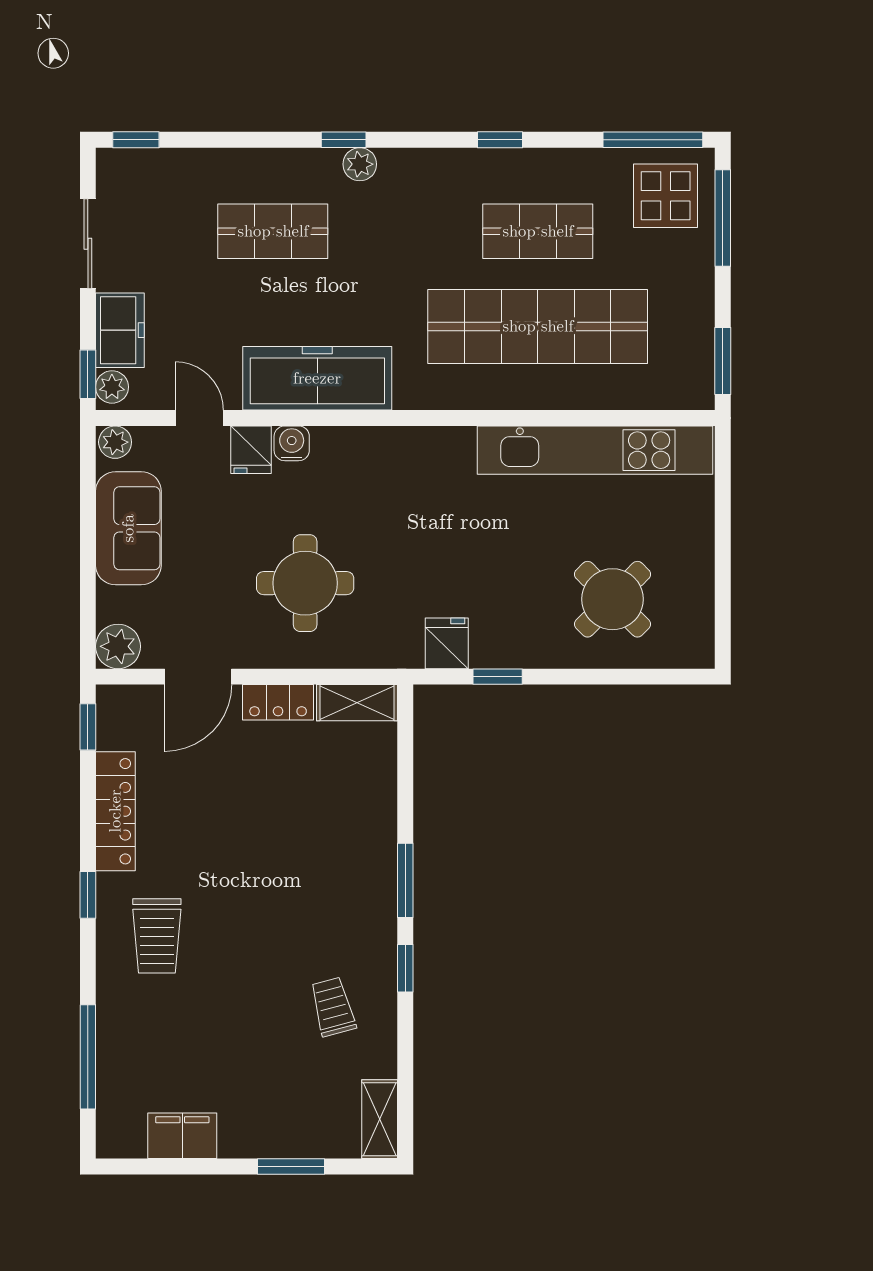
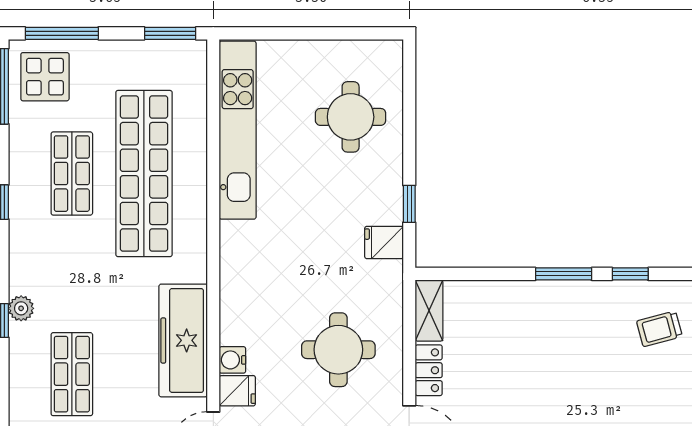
round table: (612, 599) -> (351, 117), turned 45

